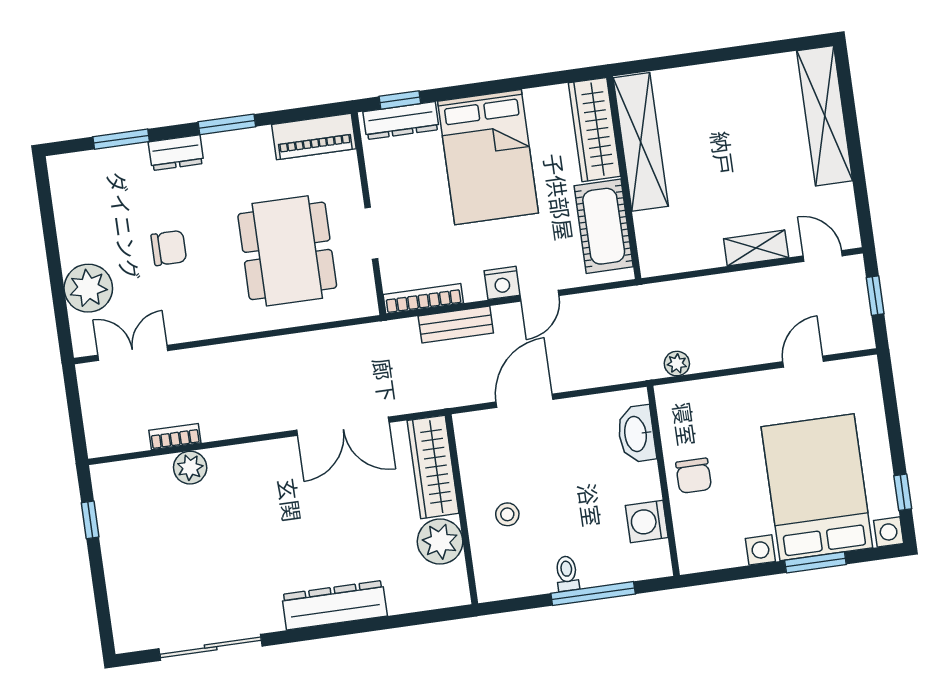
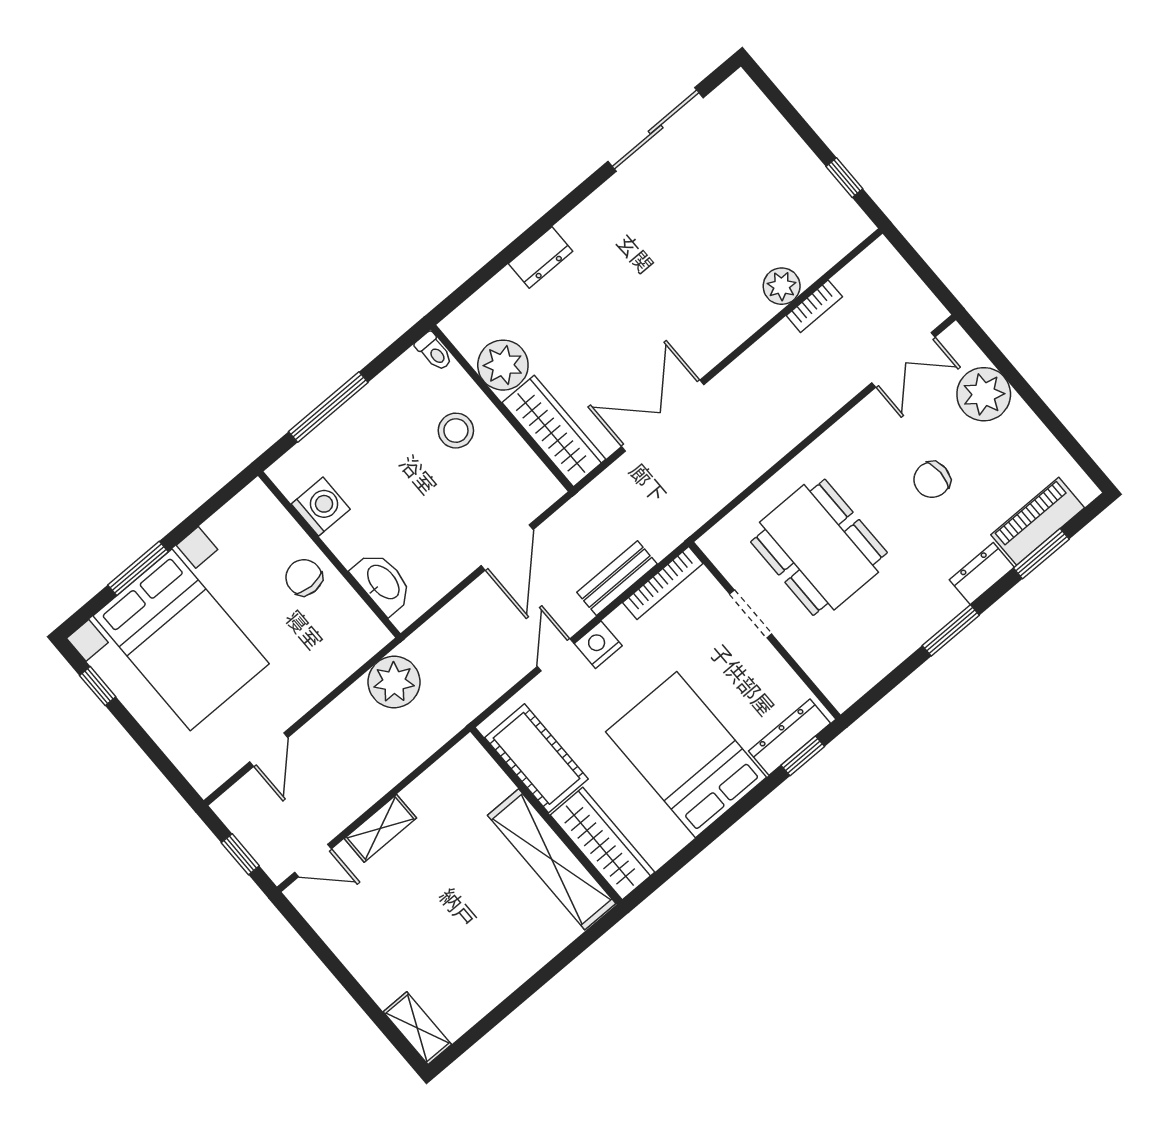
shelving: (825, 116) -> (417, 1028), width x0.45, depth x0.75
piano: (314, 137) -> (1038, 521), moved
plant: (677, 364) -> (394, 682), width x1.88, depth x1.88
stool: (507, 514) -> (456, 431), width x1.37, depth x1.37
toilet: (567, 573) -> (434, 352), moved
dresser: (334, 605) -> (541, 257), width x0.51, depth x0.80

